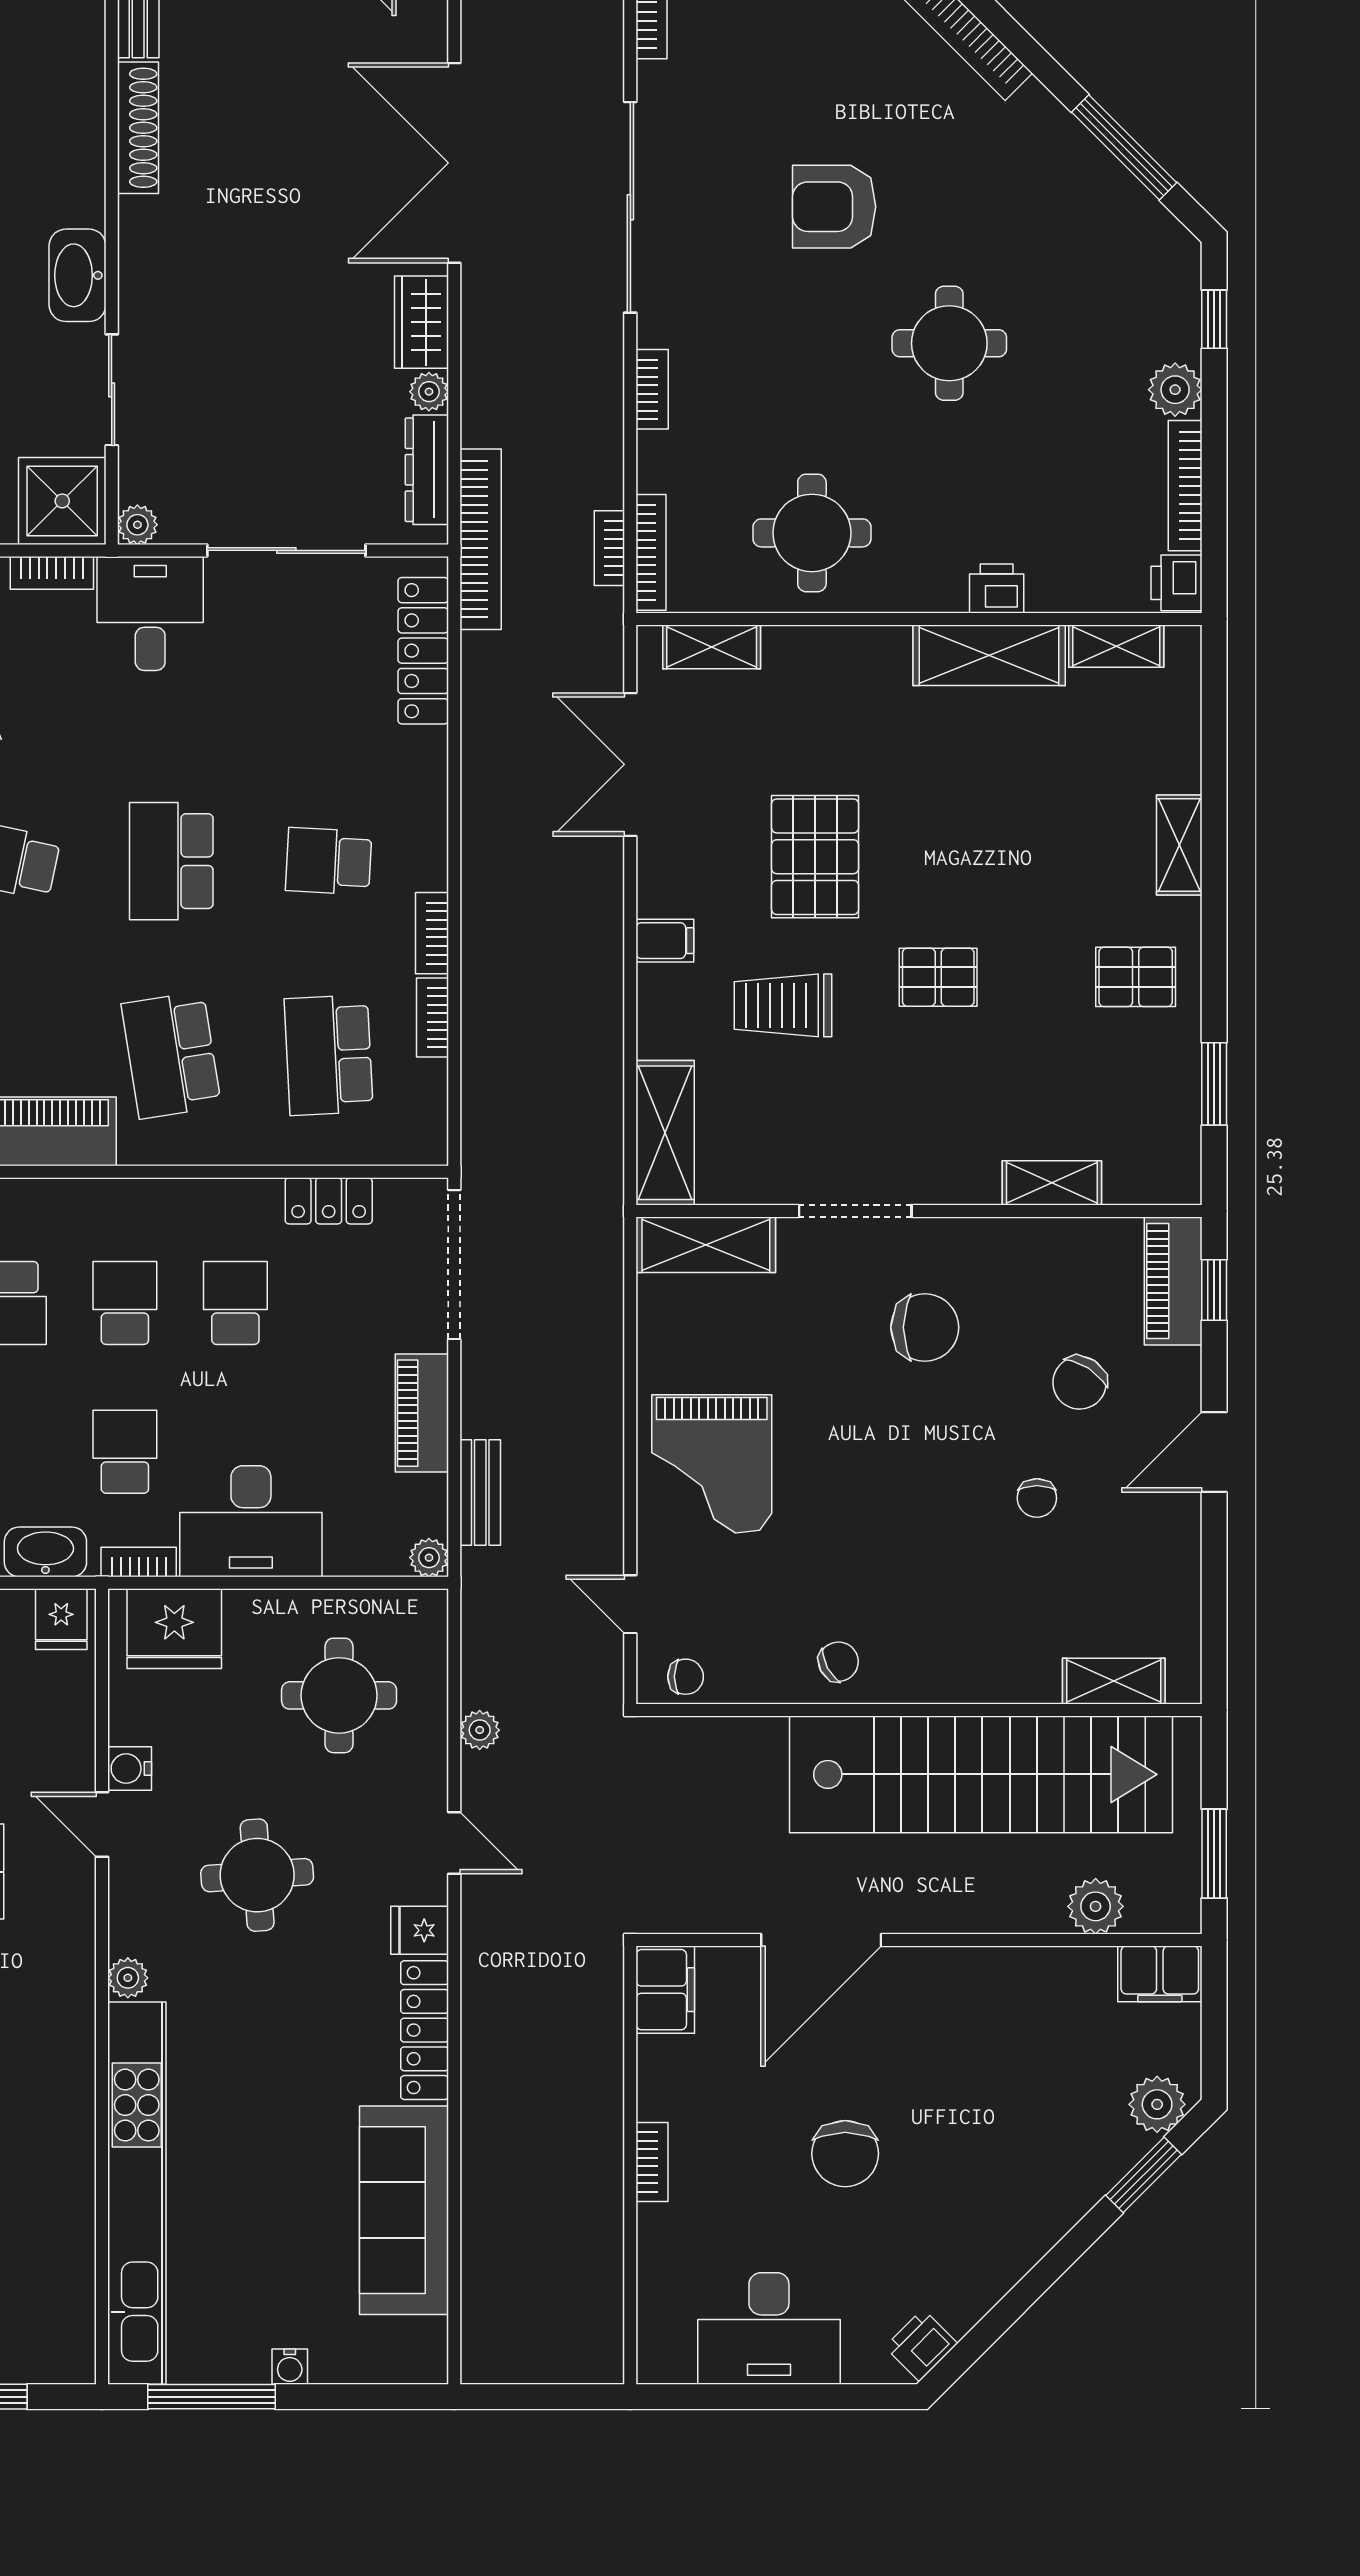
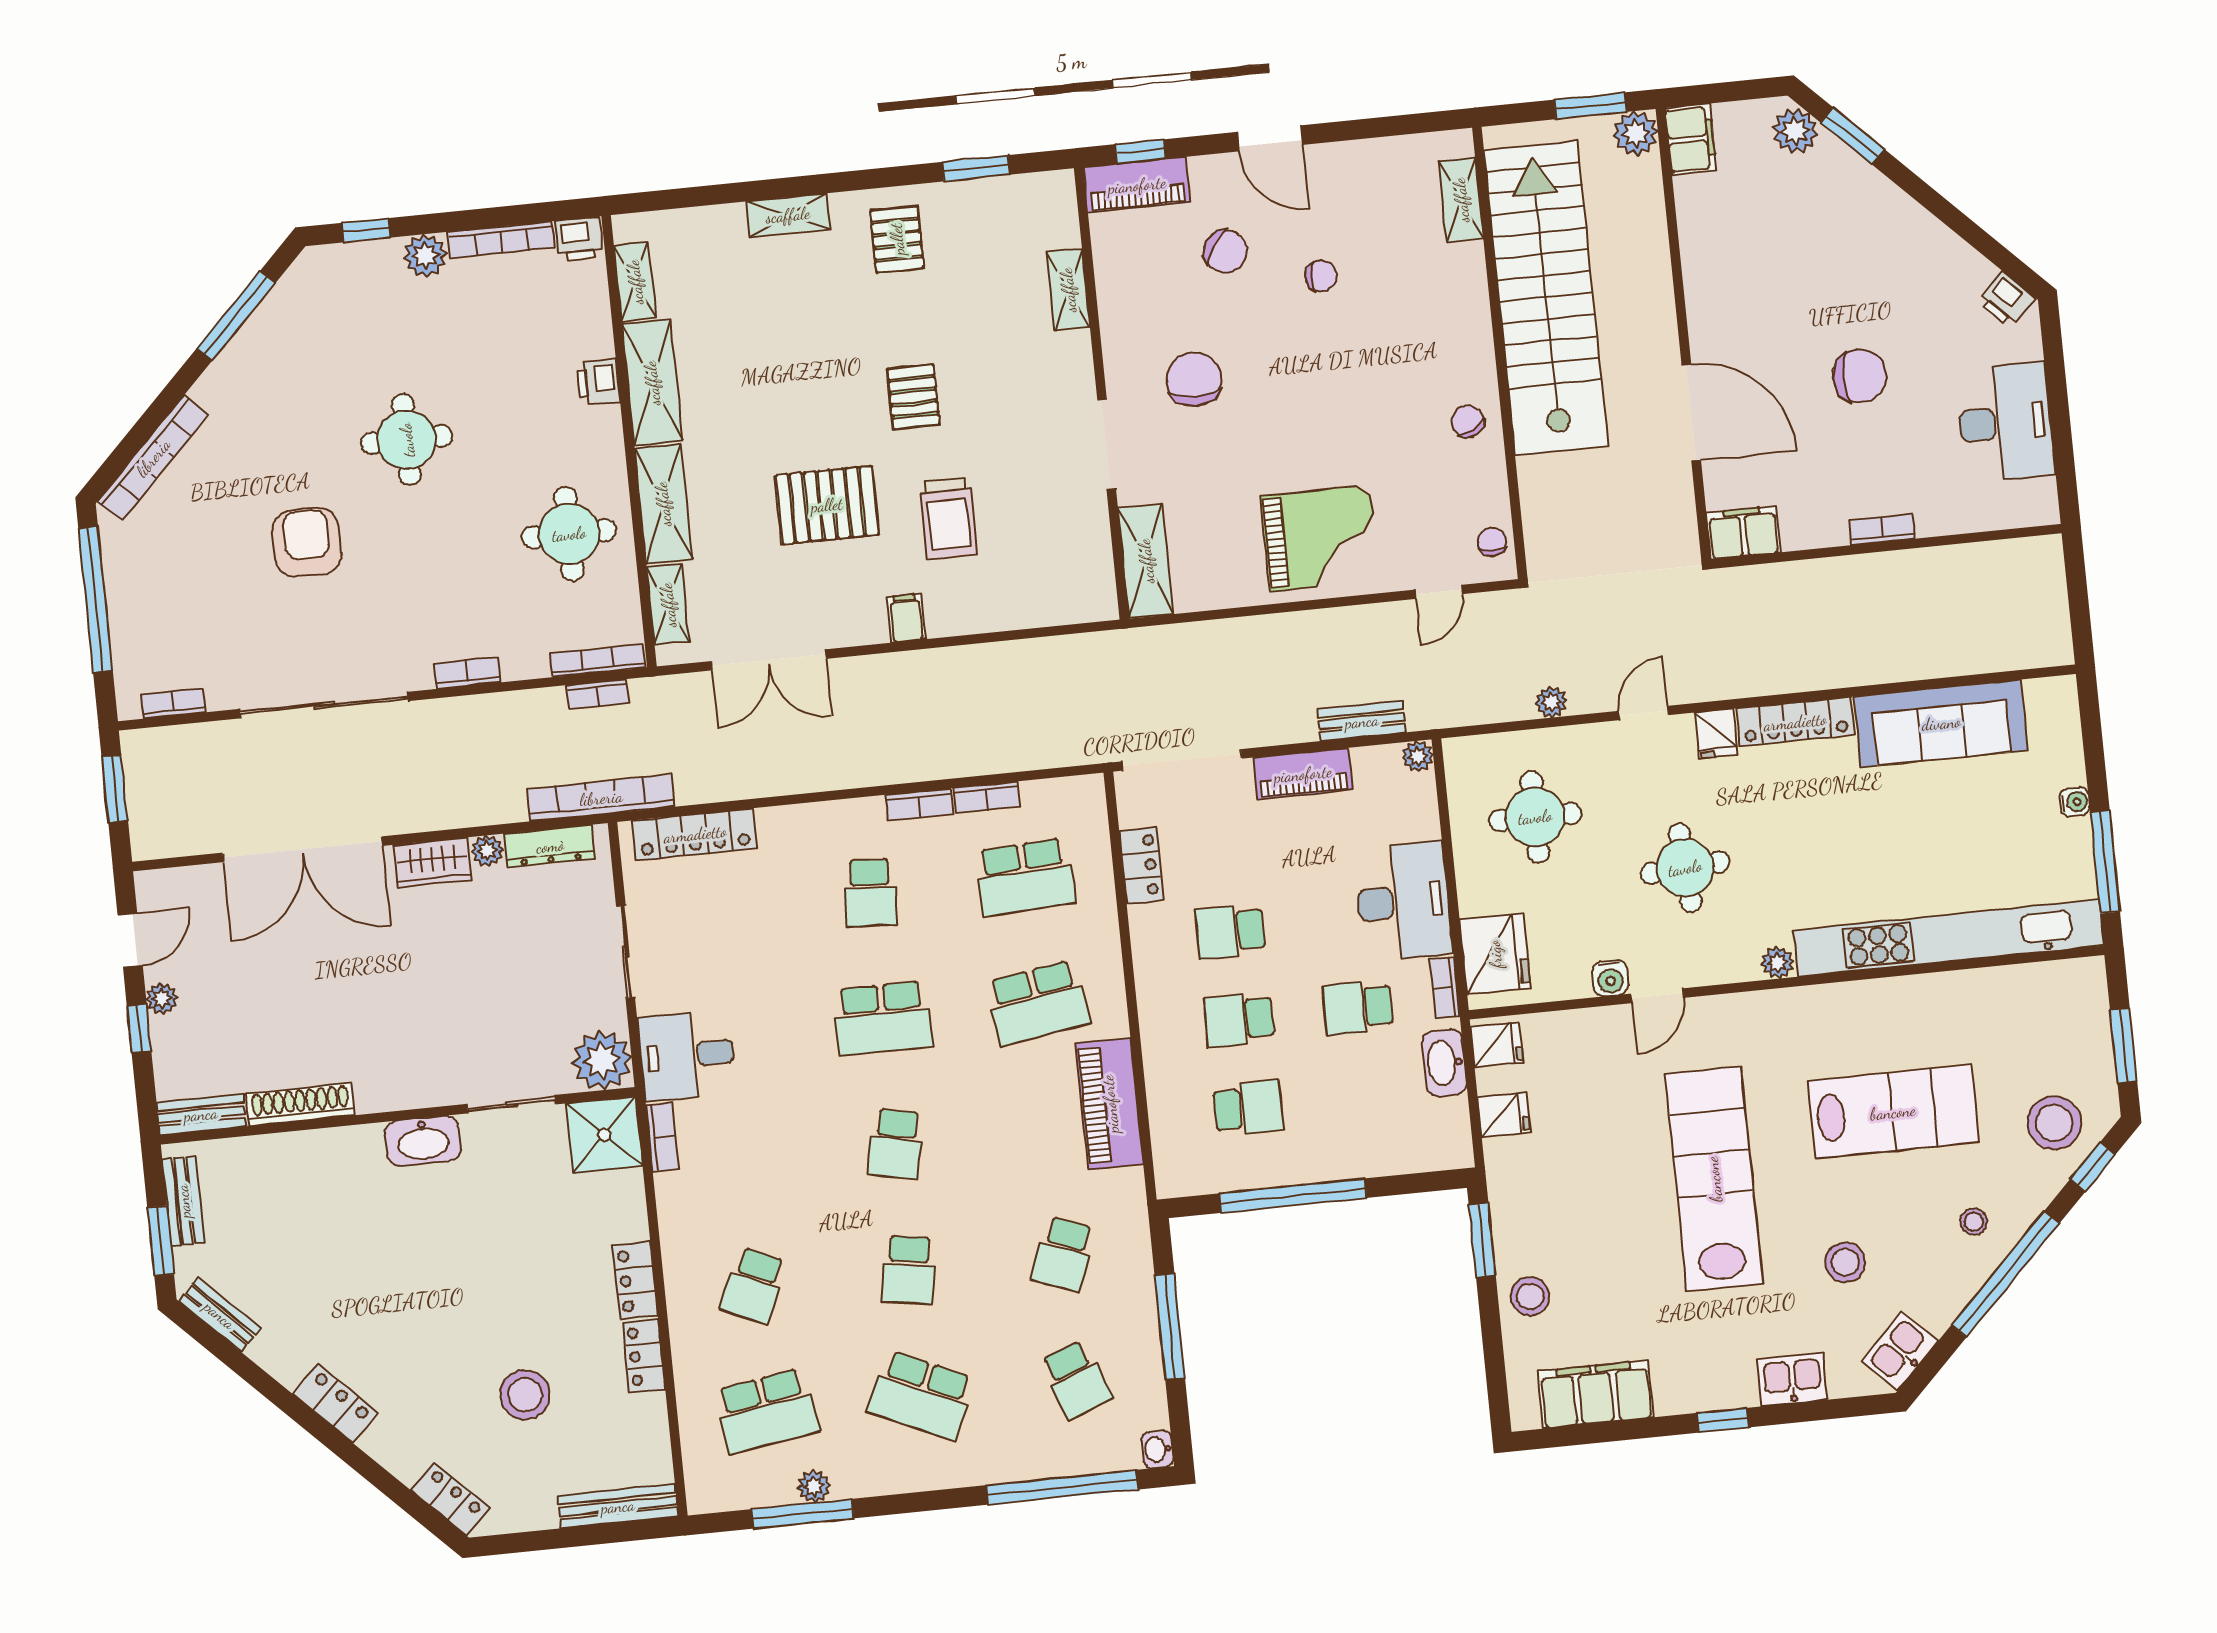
armchair: (834, 207) -> (307, 542), turned 180
plant: (137, 525) -> (602, 1060), width x1.87, depth x1.87
sliding door: (286, 550) -> (626, 952), width x0.73
shelving: (665, 1133) -> (663, 504), moved, turned 90
plant: (1096, 1906) -> (1636, 134), moved

